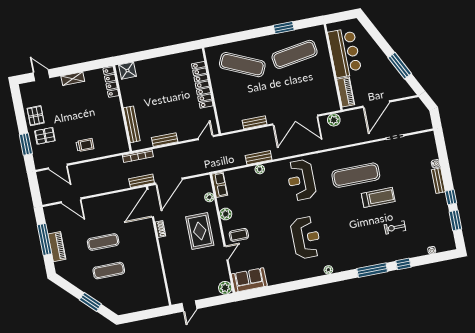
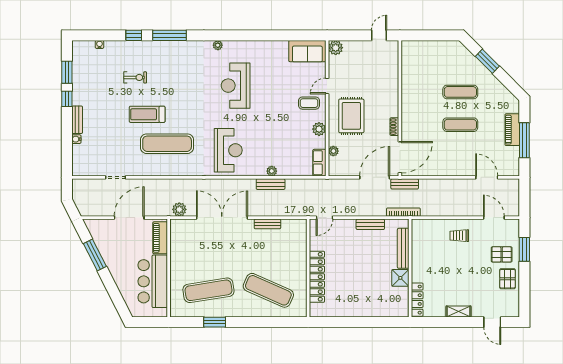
shower: (128, 71) -> (400, 278), moved

